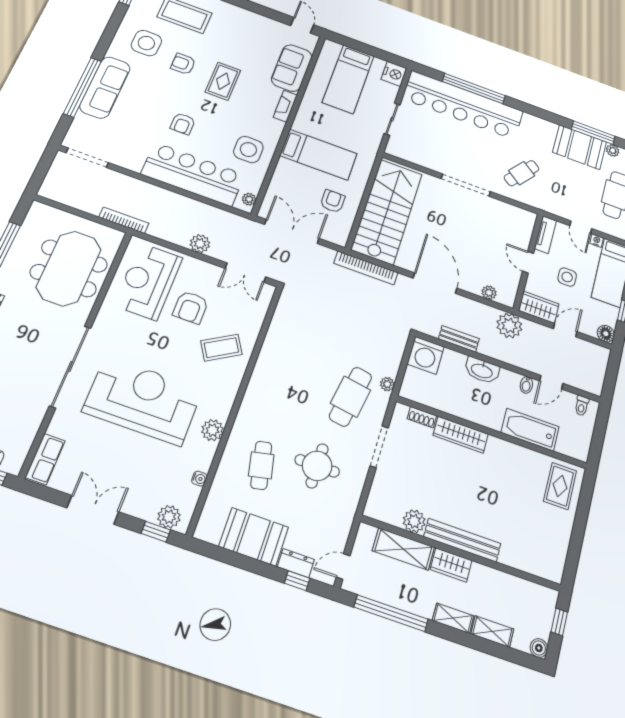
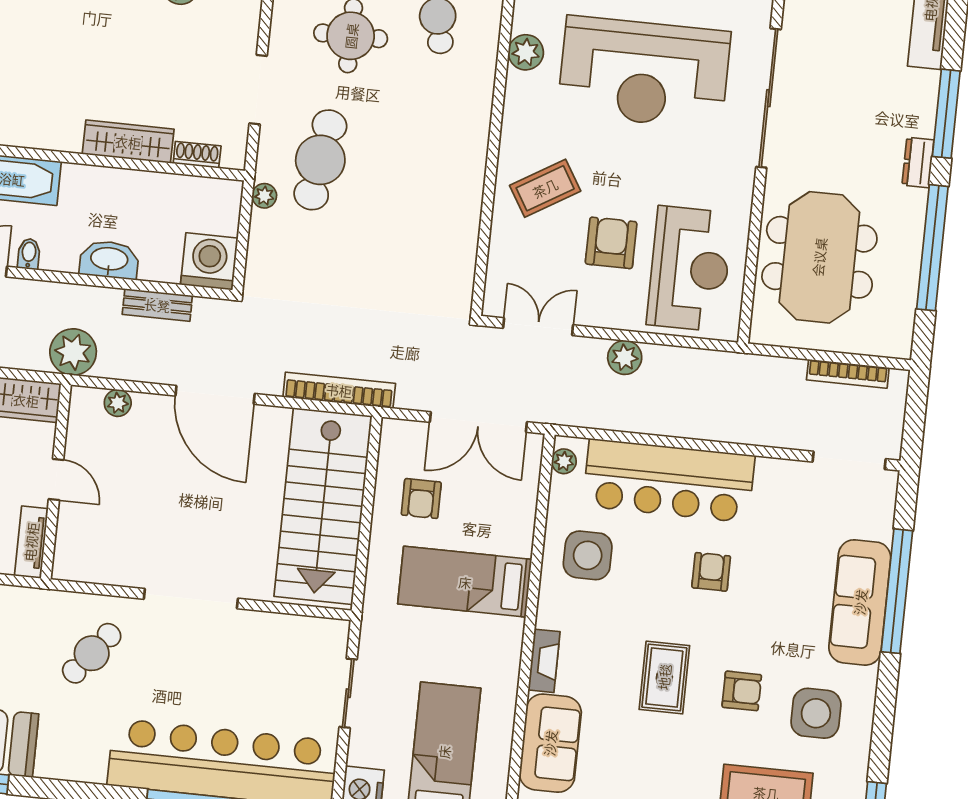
bookcase: (124, 220) -> (848, 374), moved

